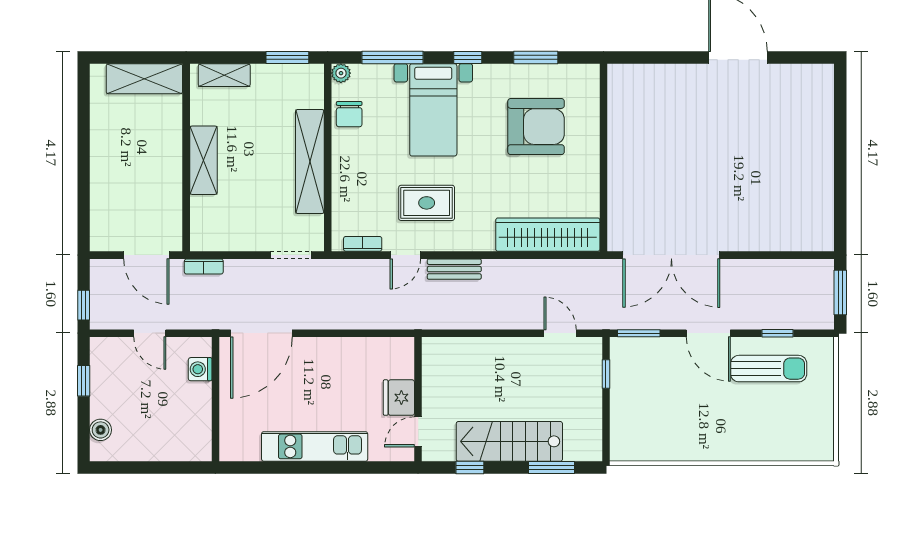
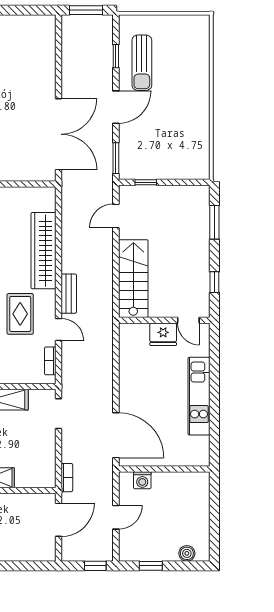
wardrobe: (548, 235) -> (43, 251), moved
sun lounger: (769, 369) -> (142, 63), turned 180
stairs: (509, 441) -> (133, 279), moved, turned 180

